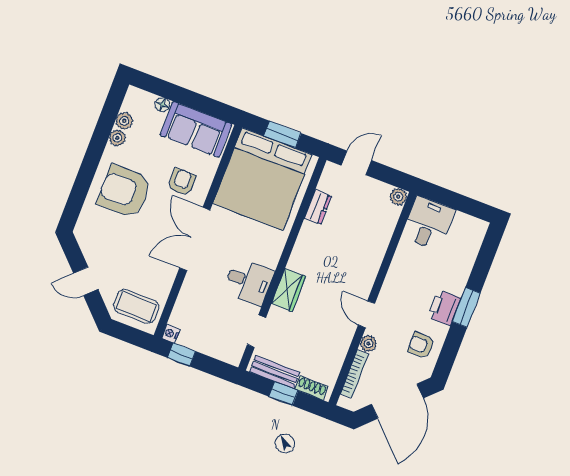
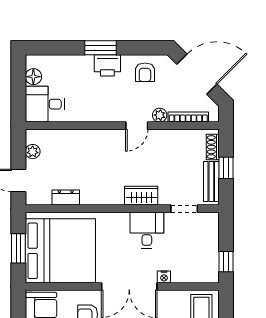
plant: (398, 197) -> (33, 152), moved
floor lamp: (463, 222) -> (33, 77), added
nightstand: (171, 334) -> (164, 277), moved

